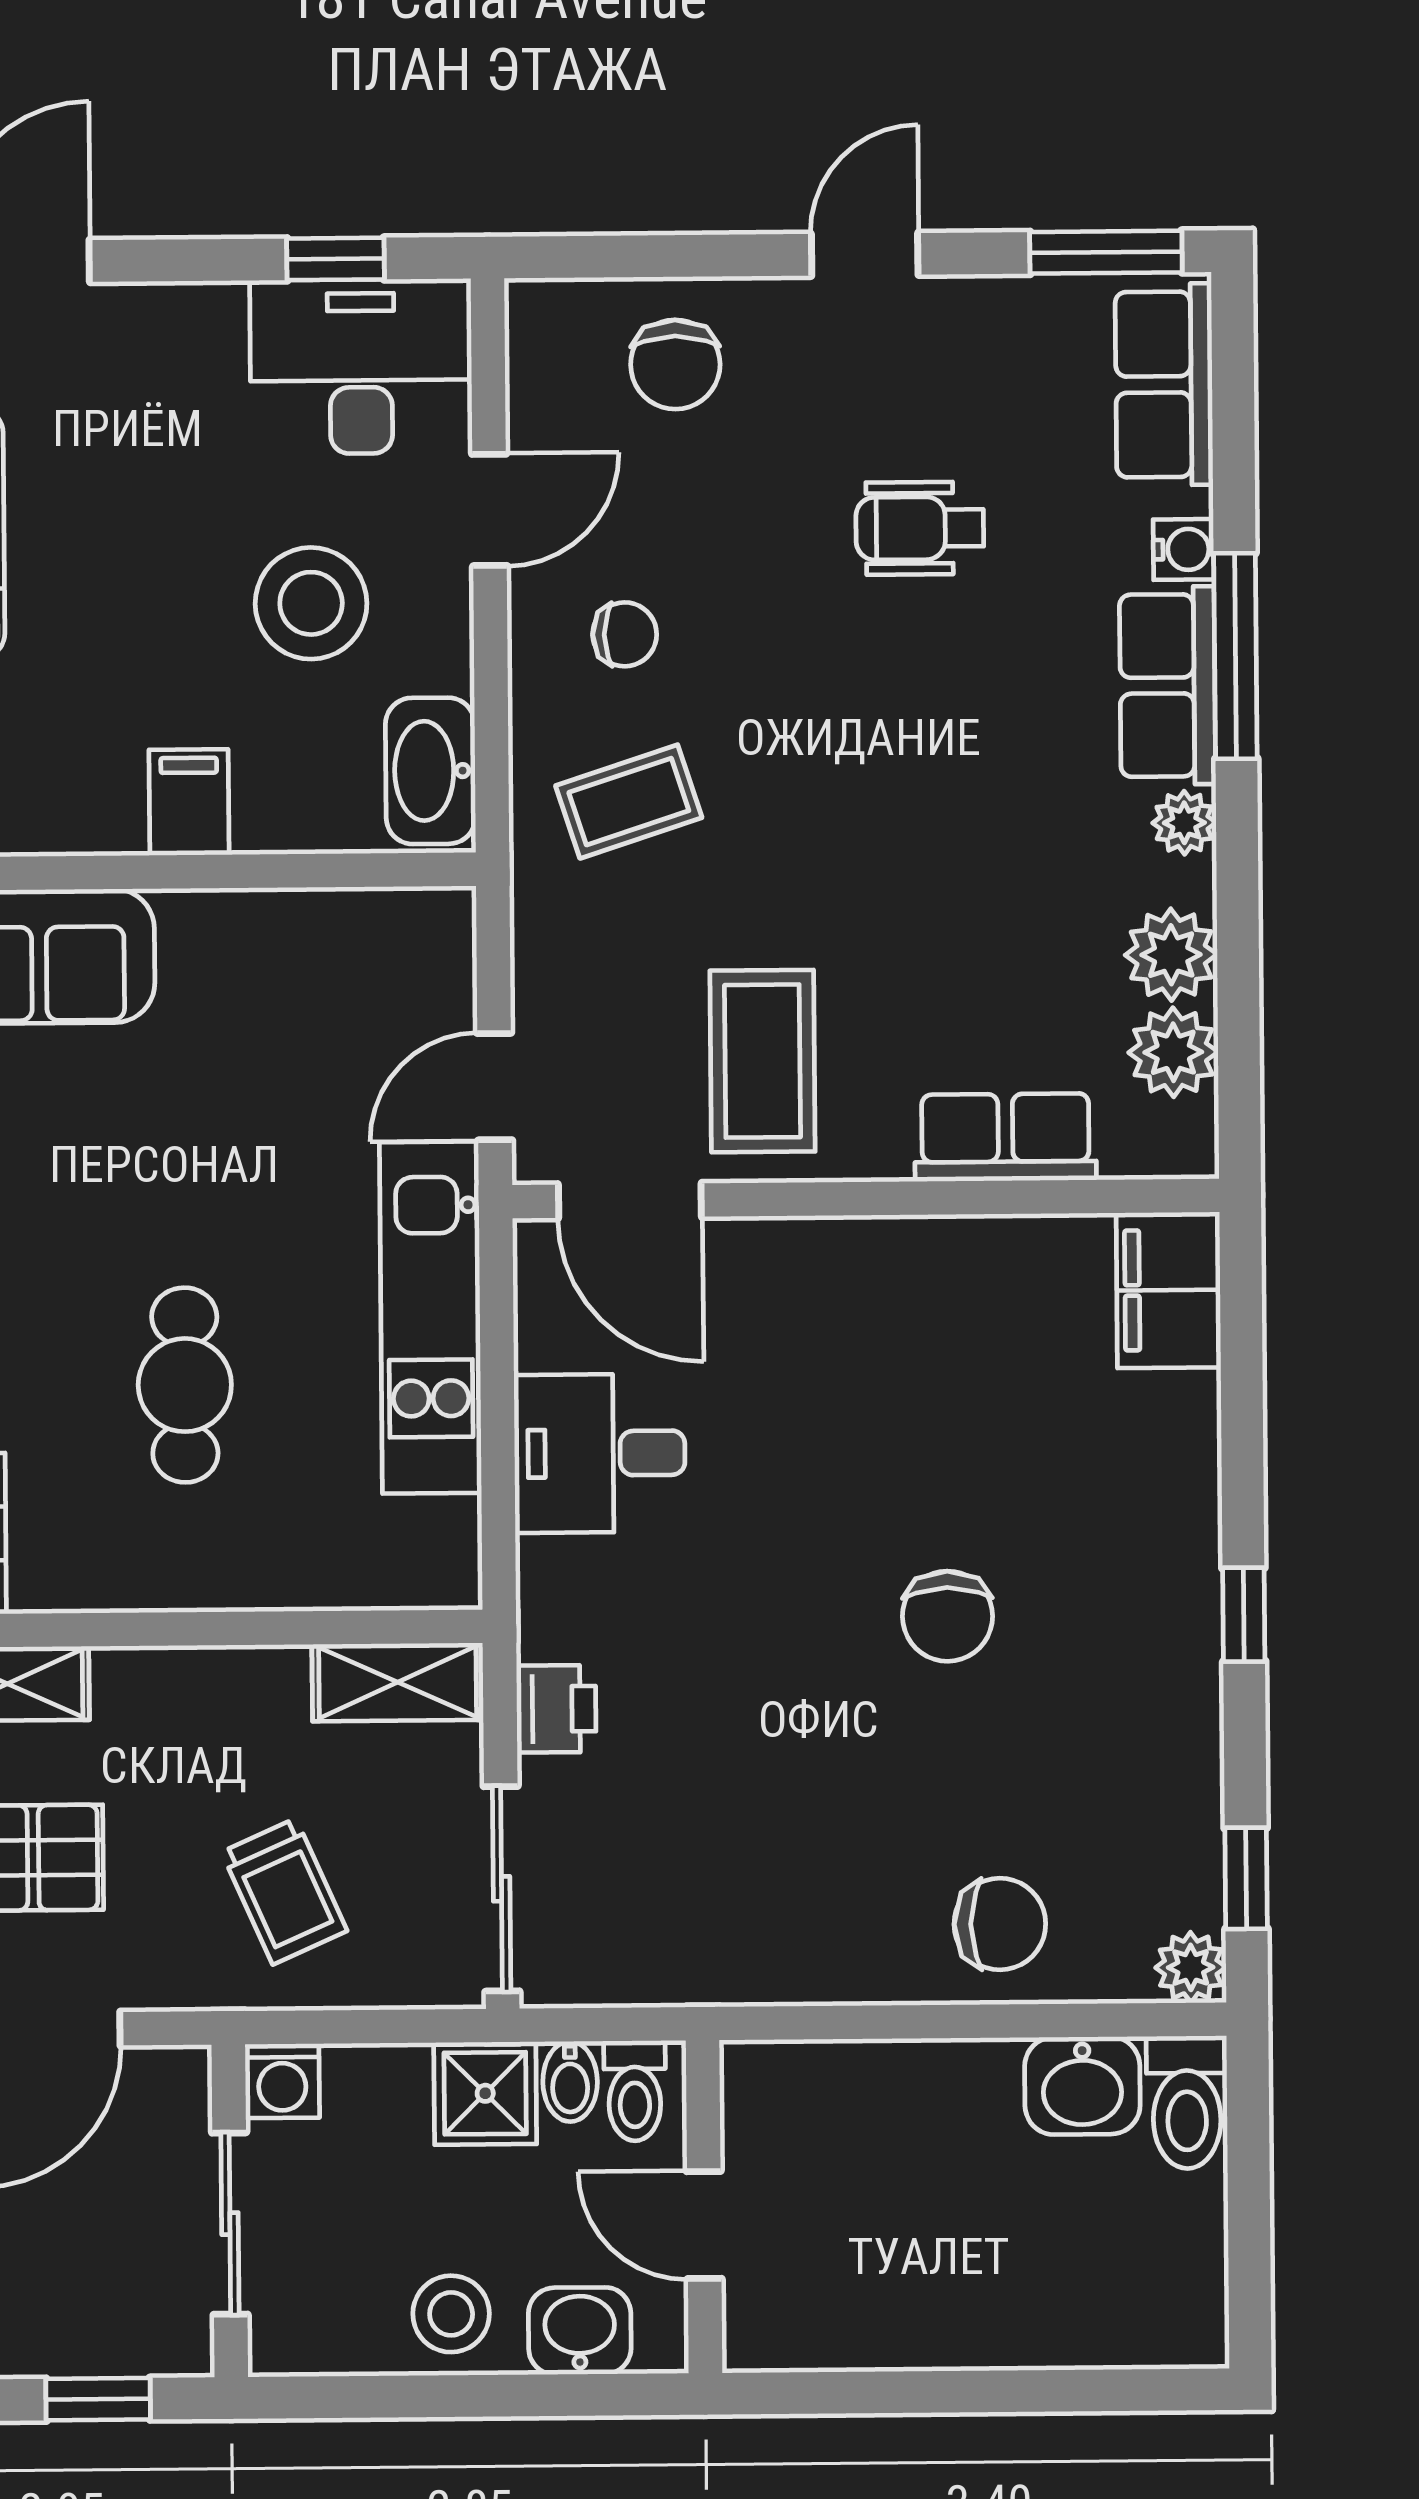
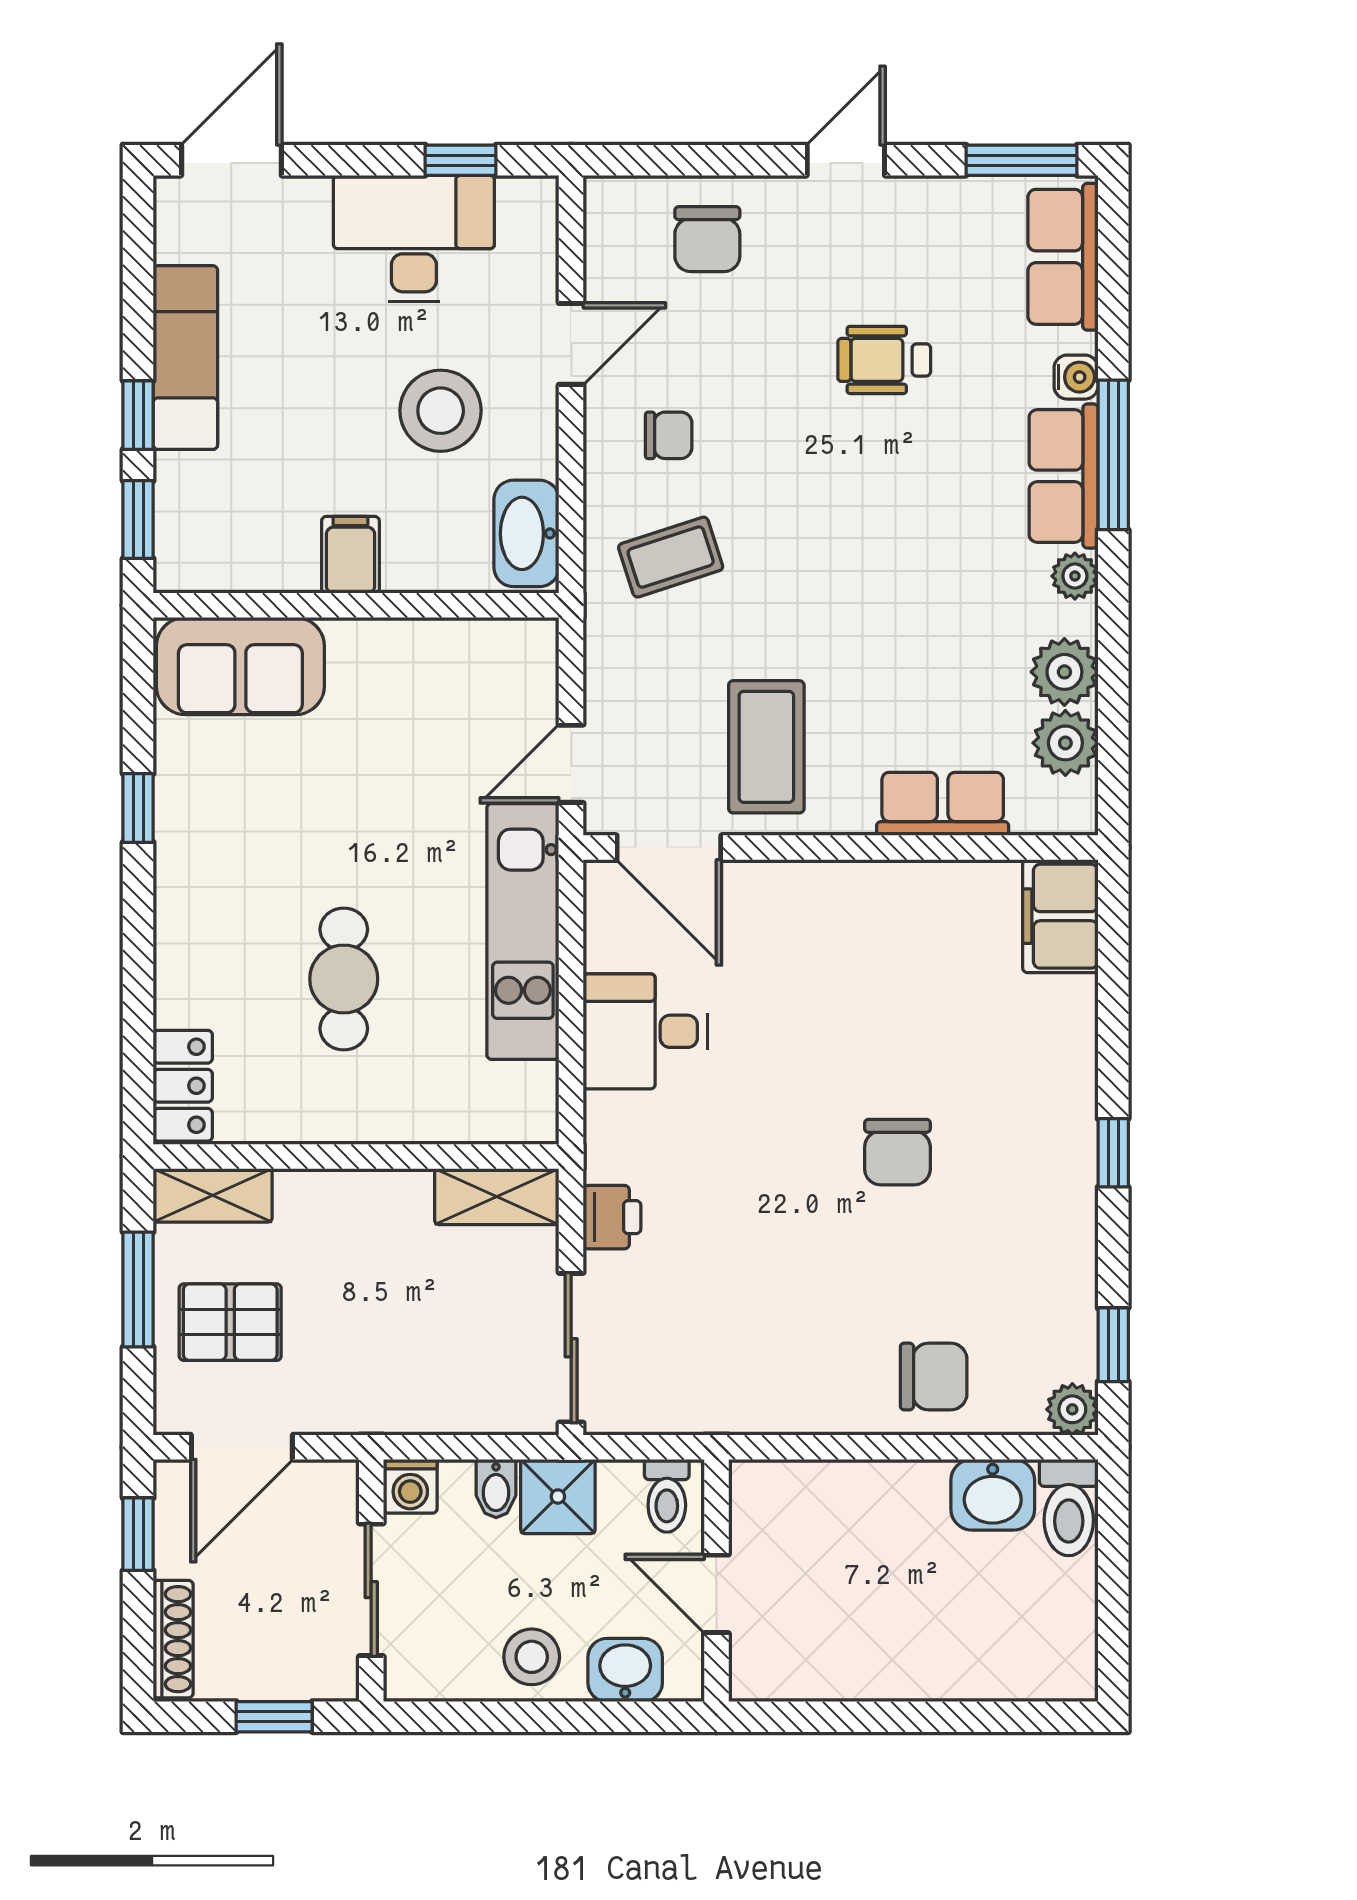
desk: (361, 366) -> (414, 239), moved
trolley: (284, 1891) -> (413, 1348), removed
bidet: (570, 2082) -> (496, 1488), moved

